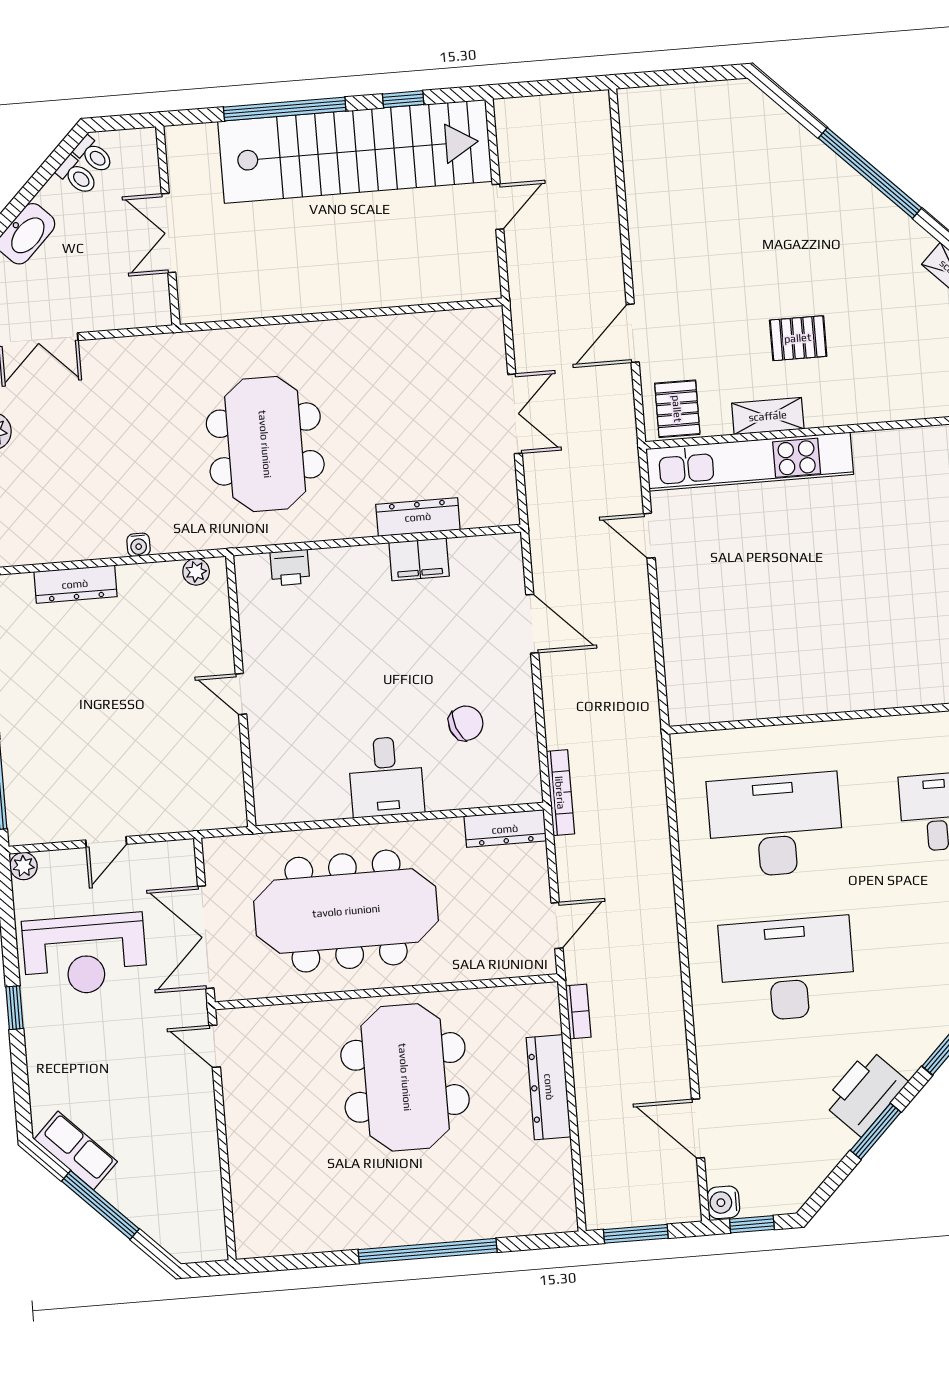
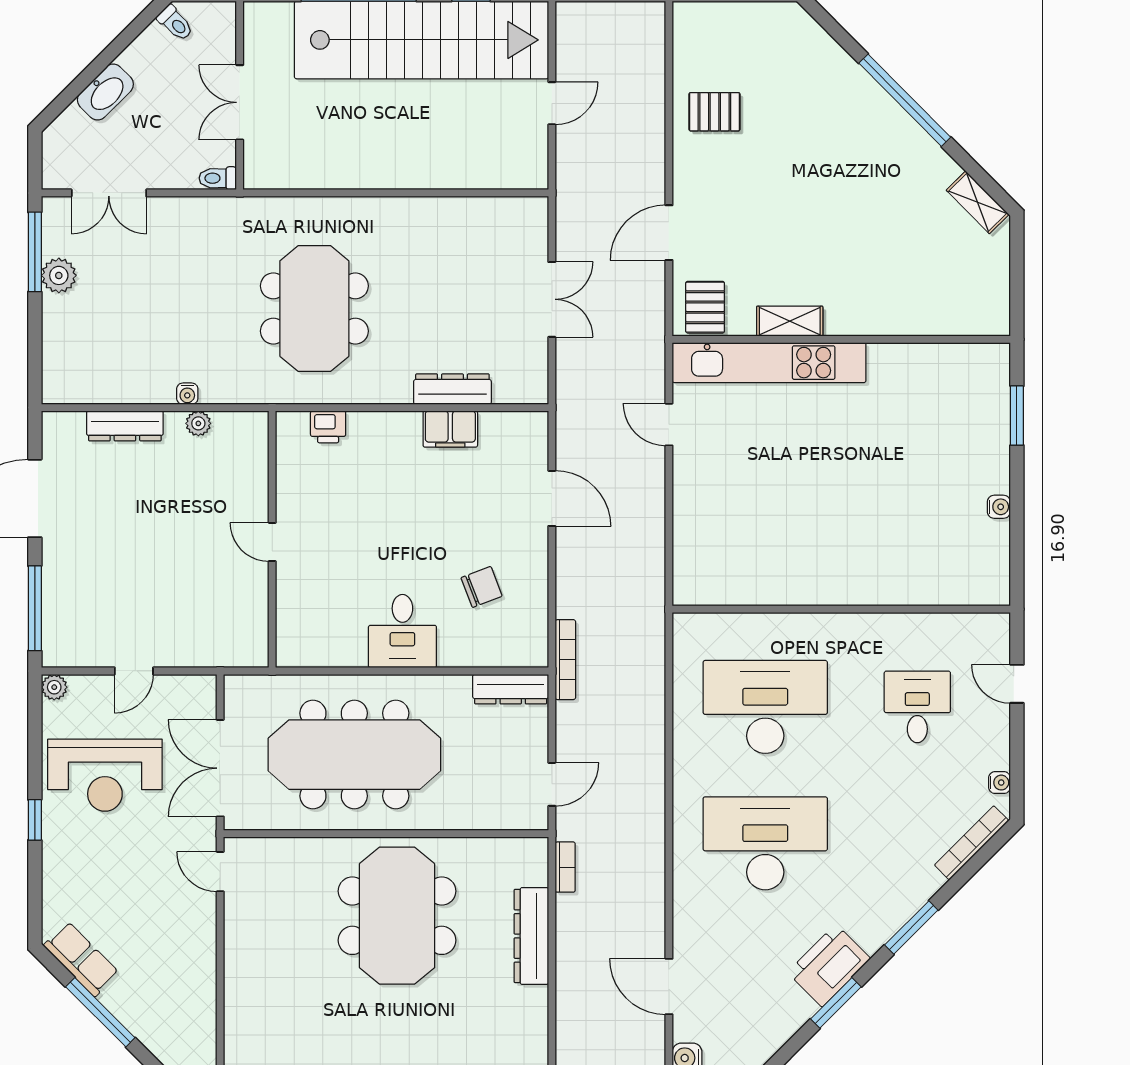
toilet: (77, 176) -> (218, 178), moved, turned 135
pallet: (798, 338) -> (714, 112), moved
plant: (196, 572) -> (198, 423), moved

